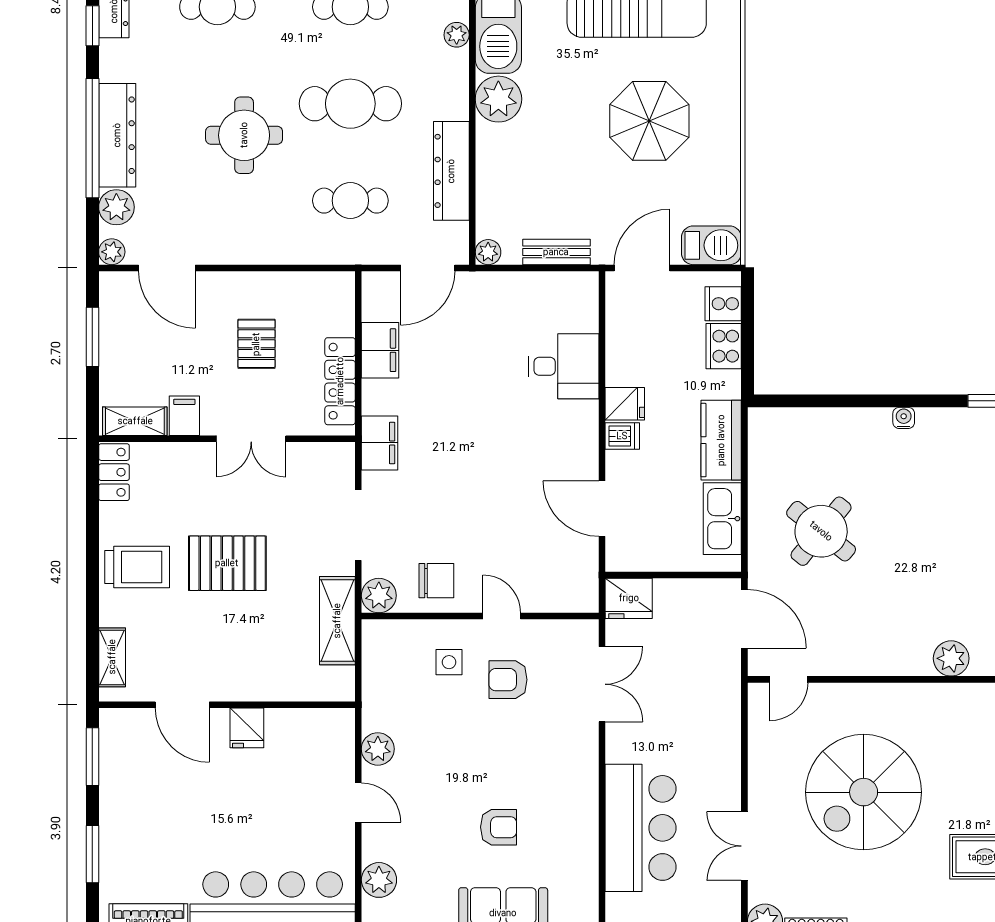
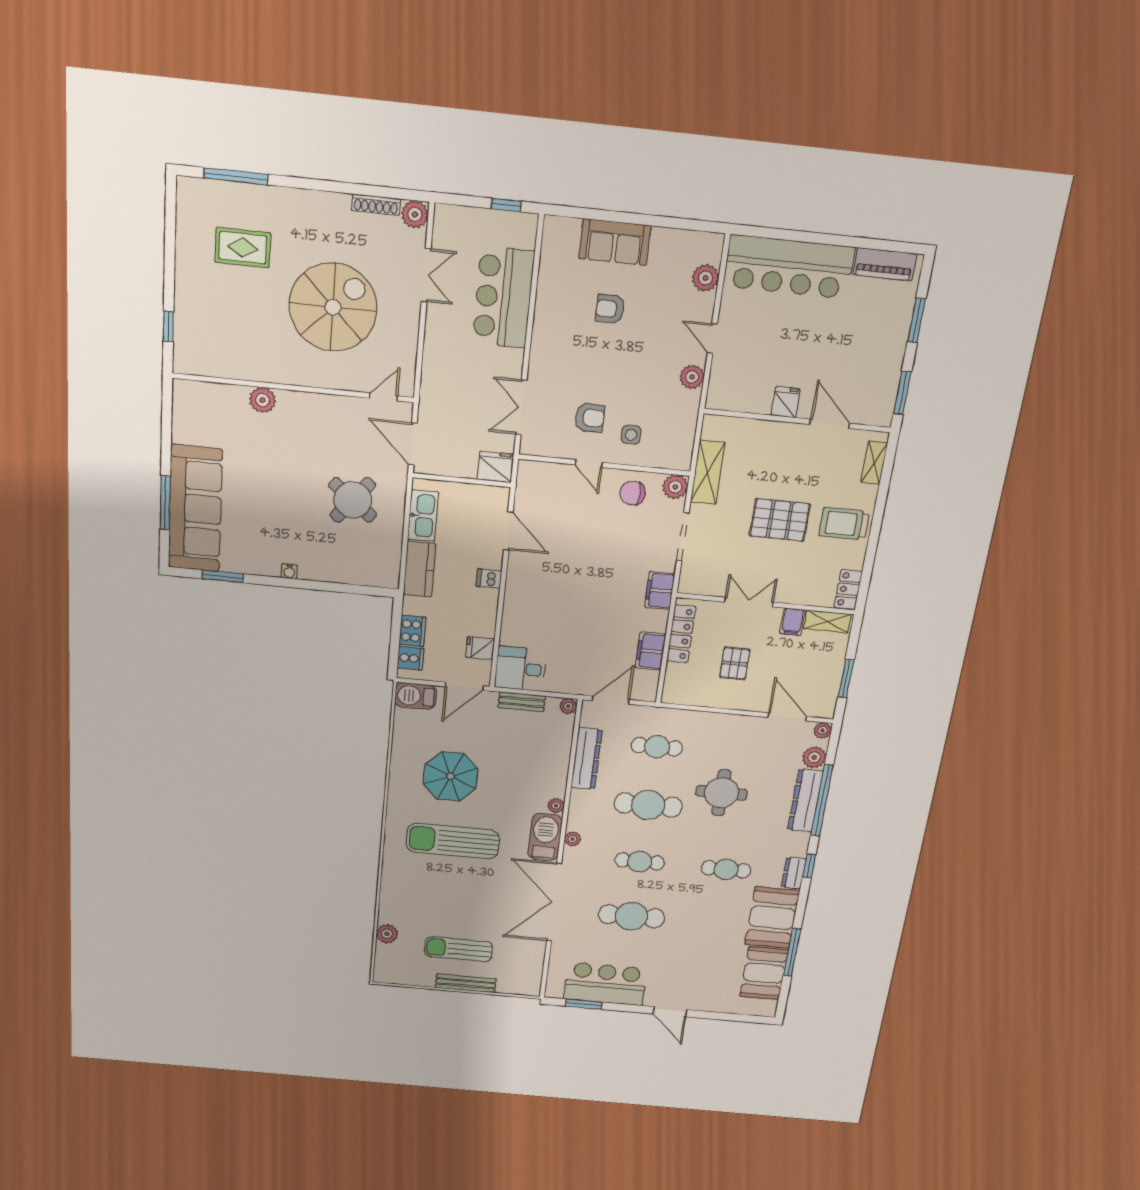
plant: (498, 99) -> (556, 806), width x0.53, depth x0.53
desk: (564, 366) -> (521, 669), moved
fridge: (625, 404) -> (480, 648), moved

